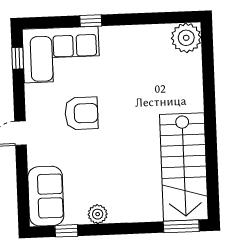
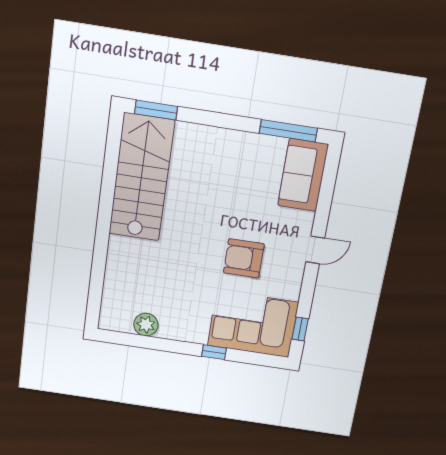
plant: (186, 38) -> (146, 325), moved, width x0.73, depth x0.73
plant: (98, 214) -> (249, 143), removed
window: (66, 231) -> (288, 131), width x2.17

